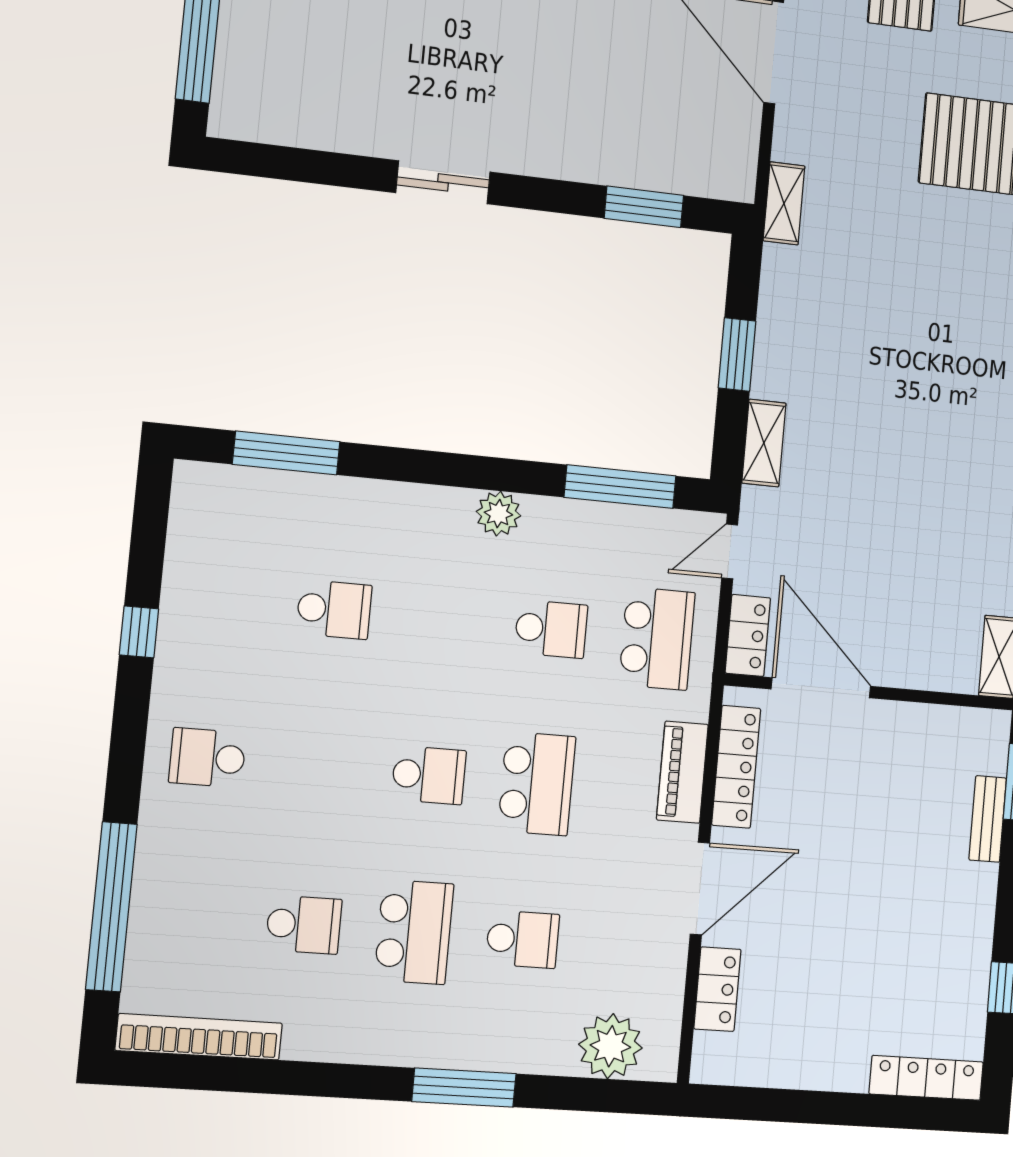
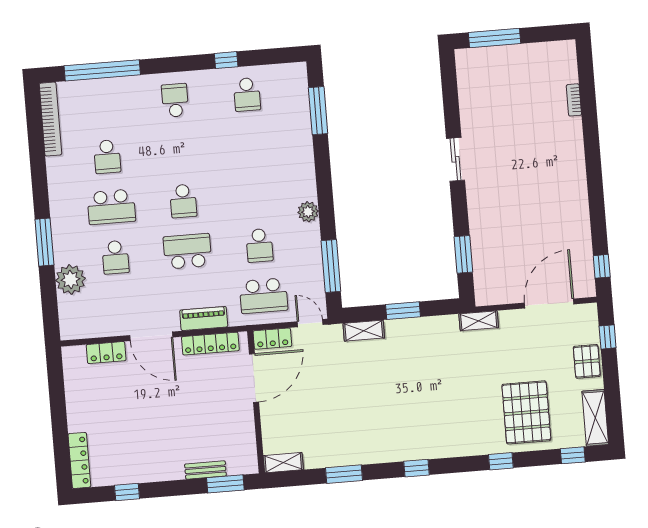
school desk: (334, 609) -> (247, 94), moved
school desk: (537, 784) -> (187, 251), turned 180
plant: (610, 1046) -> (70, 279), moved

